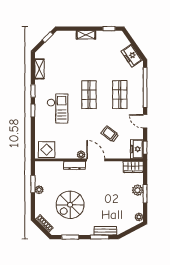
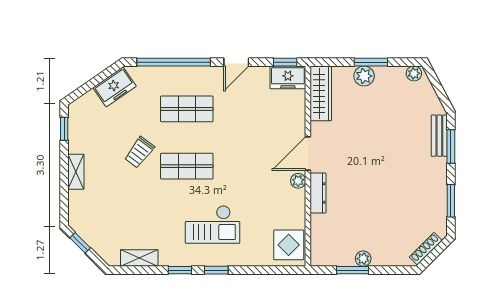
checkout: (58, 108) -> (212, 224), turned 180
trolley: (110, 134) -> (139, 152), moved
wardrobe: (133, 167) -> (321, 93), width x1.50
spiral stairs: (70, 205) -> (391, 201), removed

